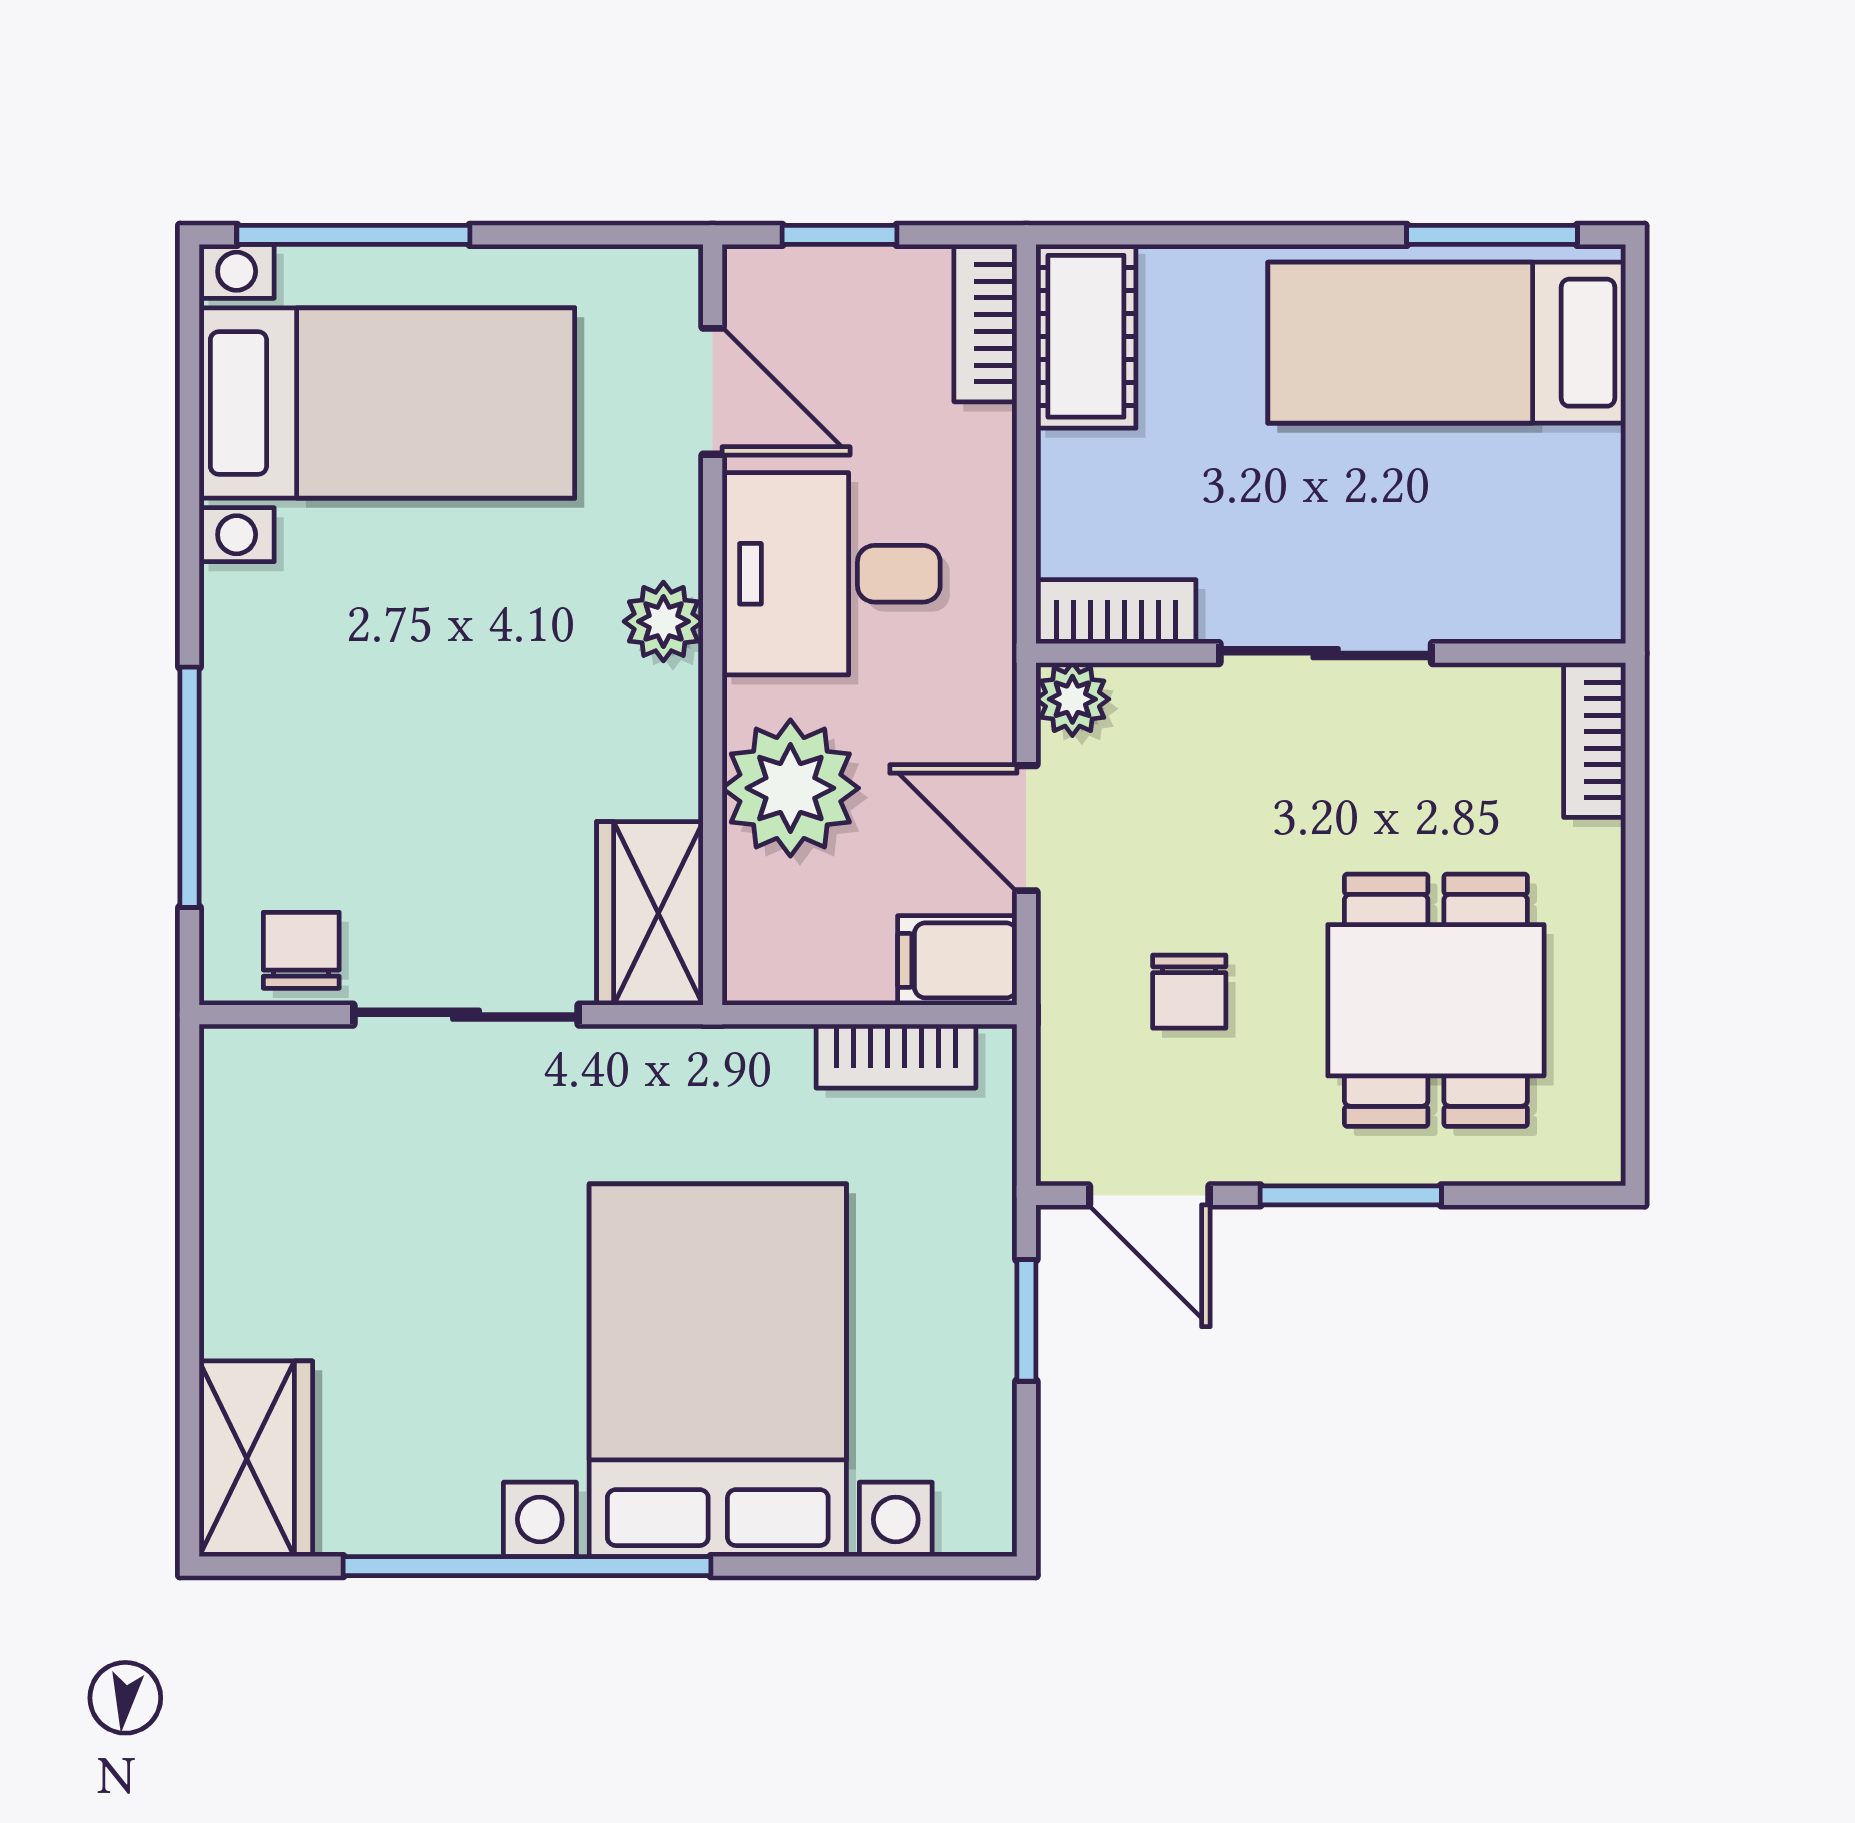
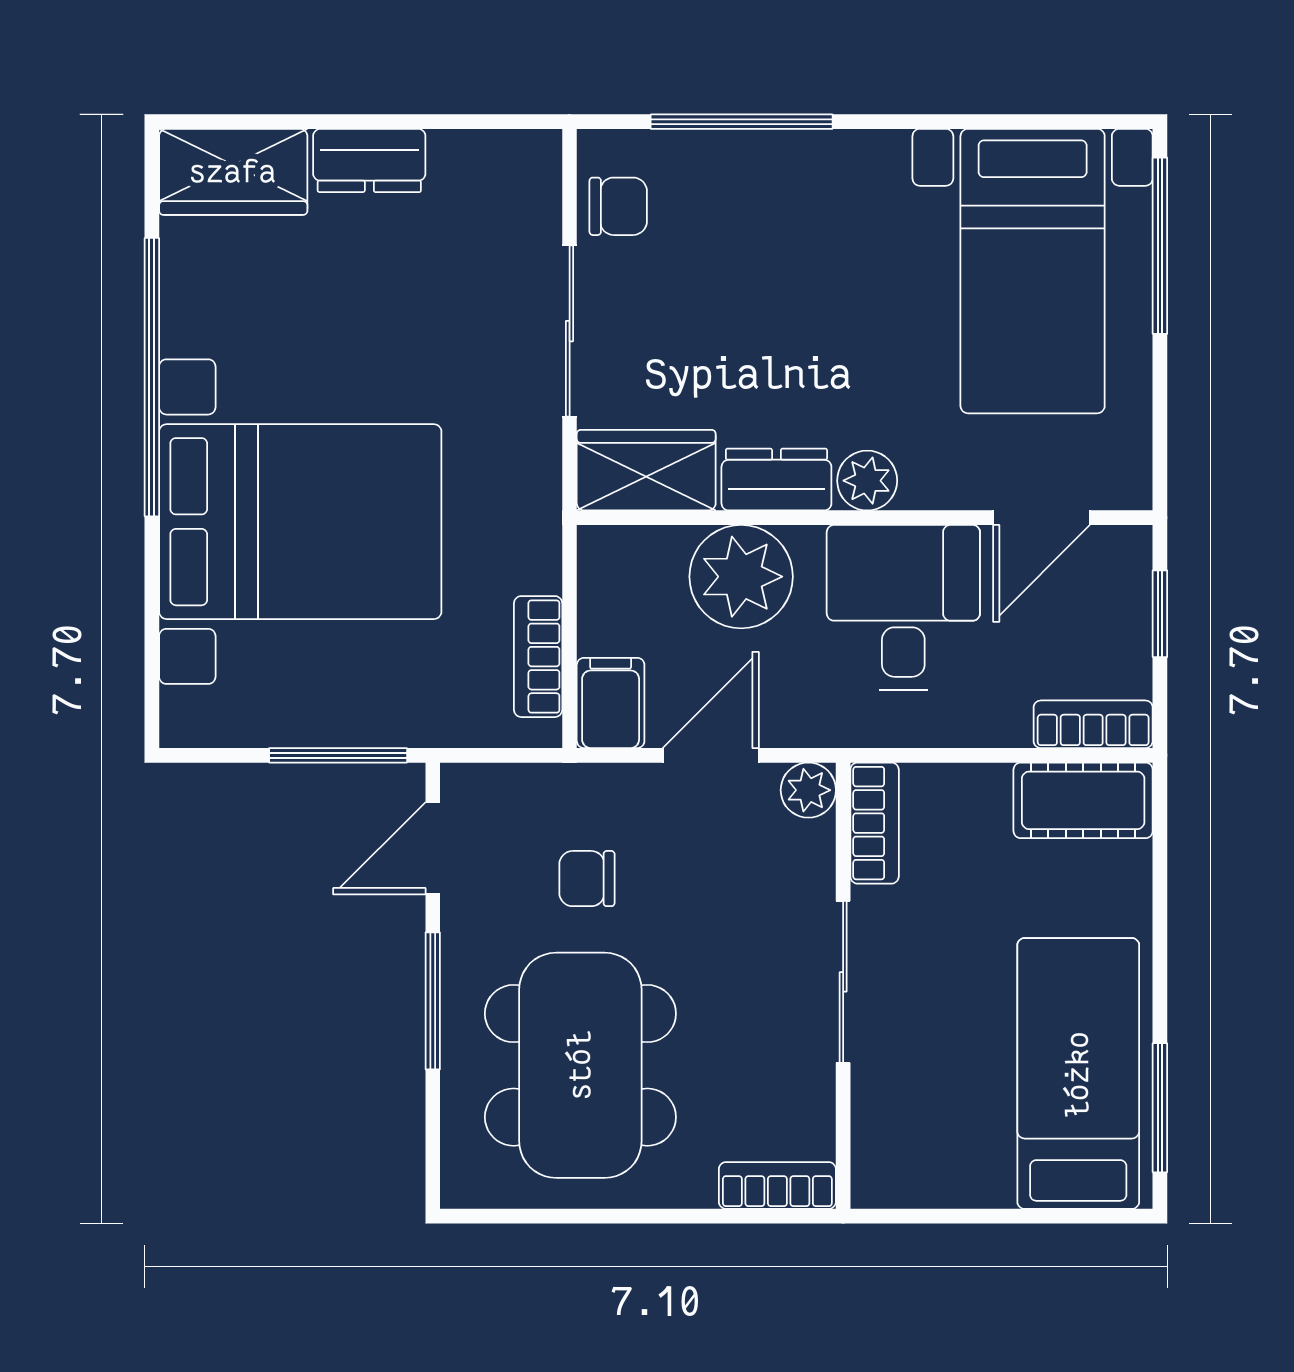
dresser: (662, 741) -> (776, 480), added
dining table: (1436, 1000) -> (580, 1065), width x1.38
dresser: (241, 1279) -> (369, 160), added
window: (1026, 1320) -> (338, 755), width x1.50

